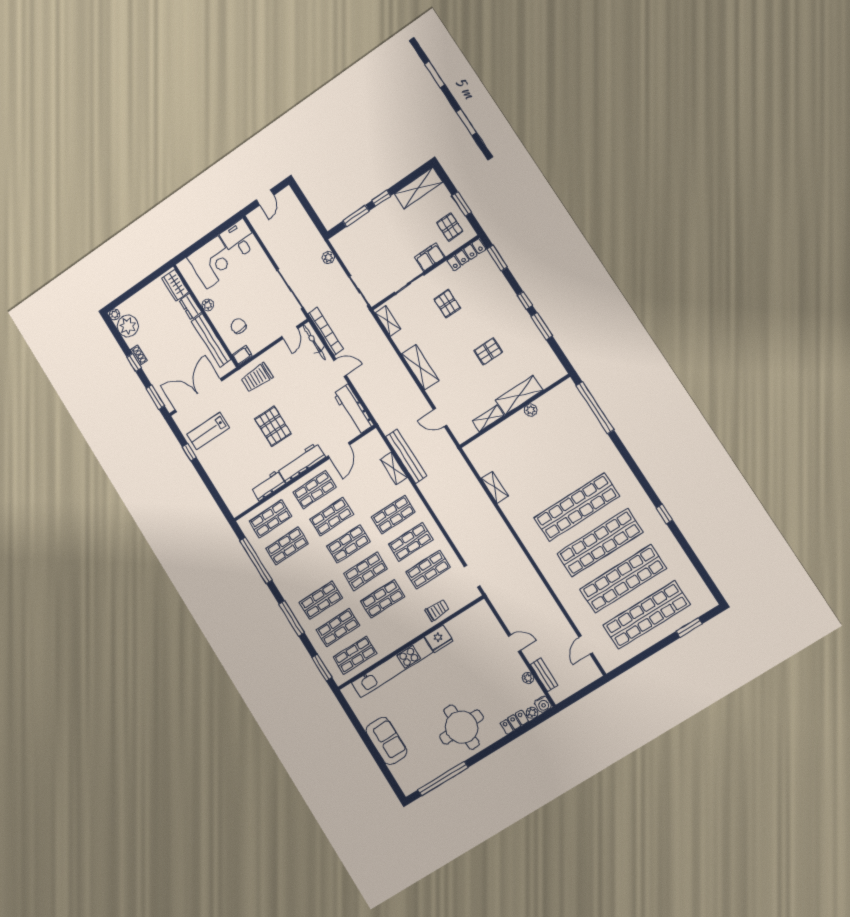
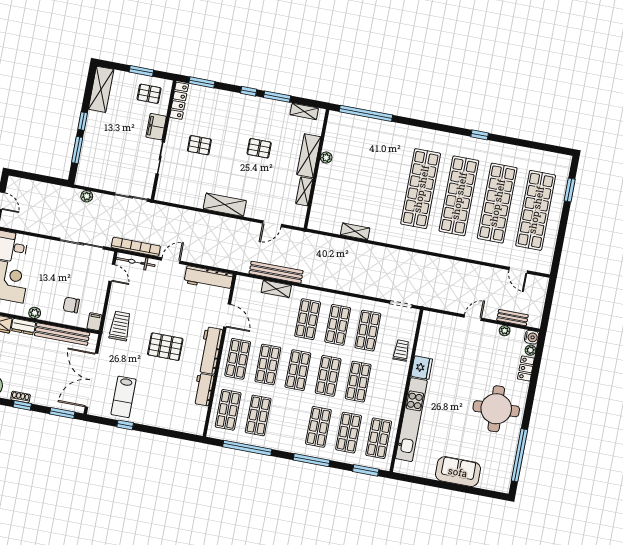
shelving: (388, 321) -> (304, 111), moved
pallet: (488, 351) -> (259, 148), turned 90
trolley: (257, 377) -> (120, 326), turned 180

